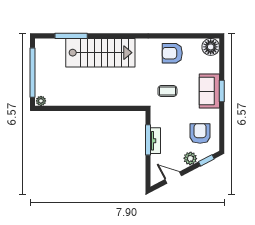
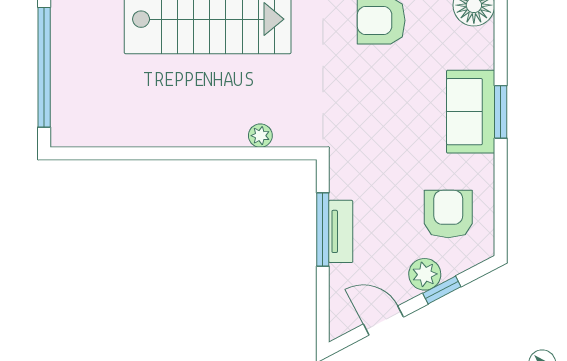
coffee table: (167, 91) -> (370, 112), removed
plant: (41, 101) -> (260, 136), moved
window: (206, 160) -> (442, 290), moved

